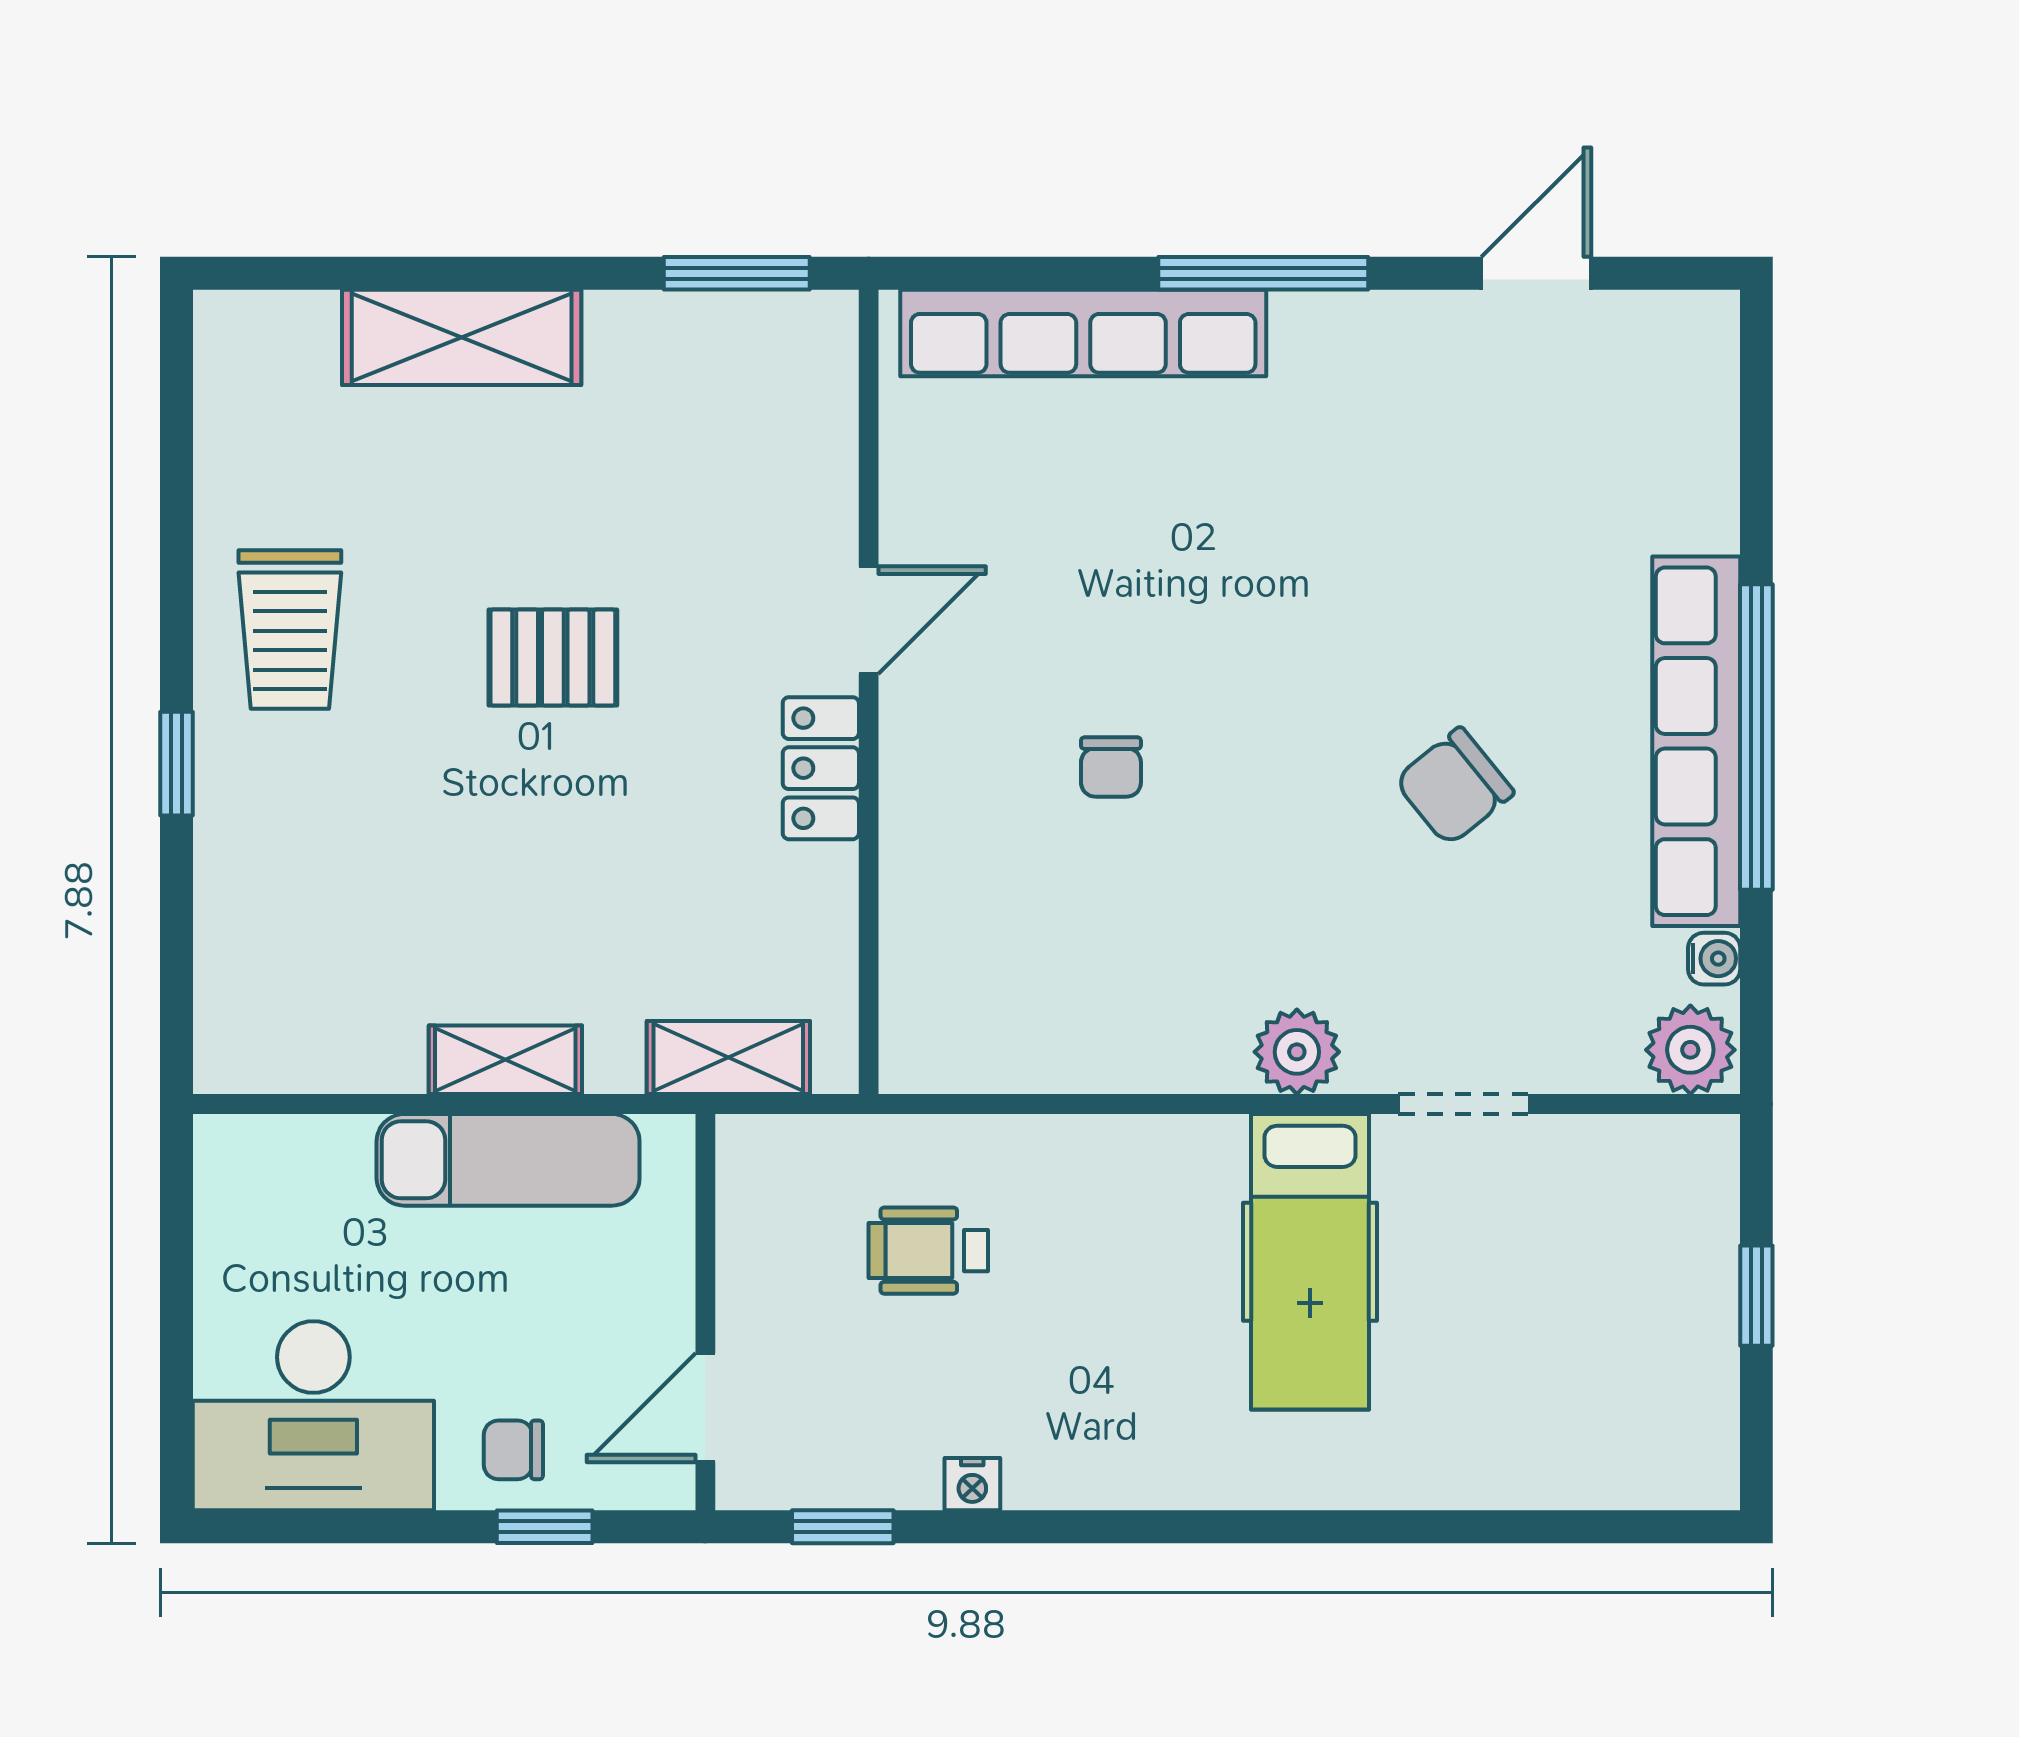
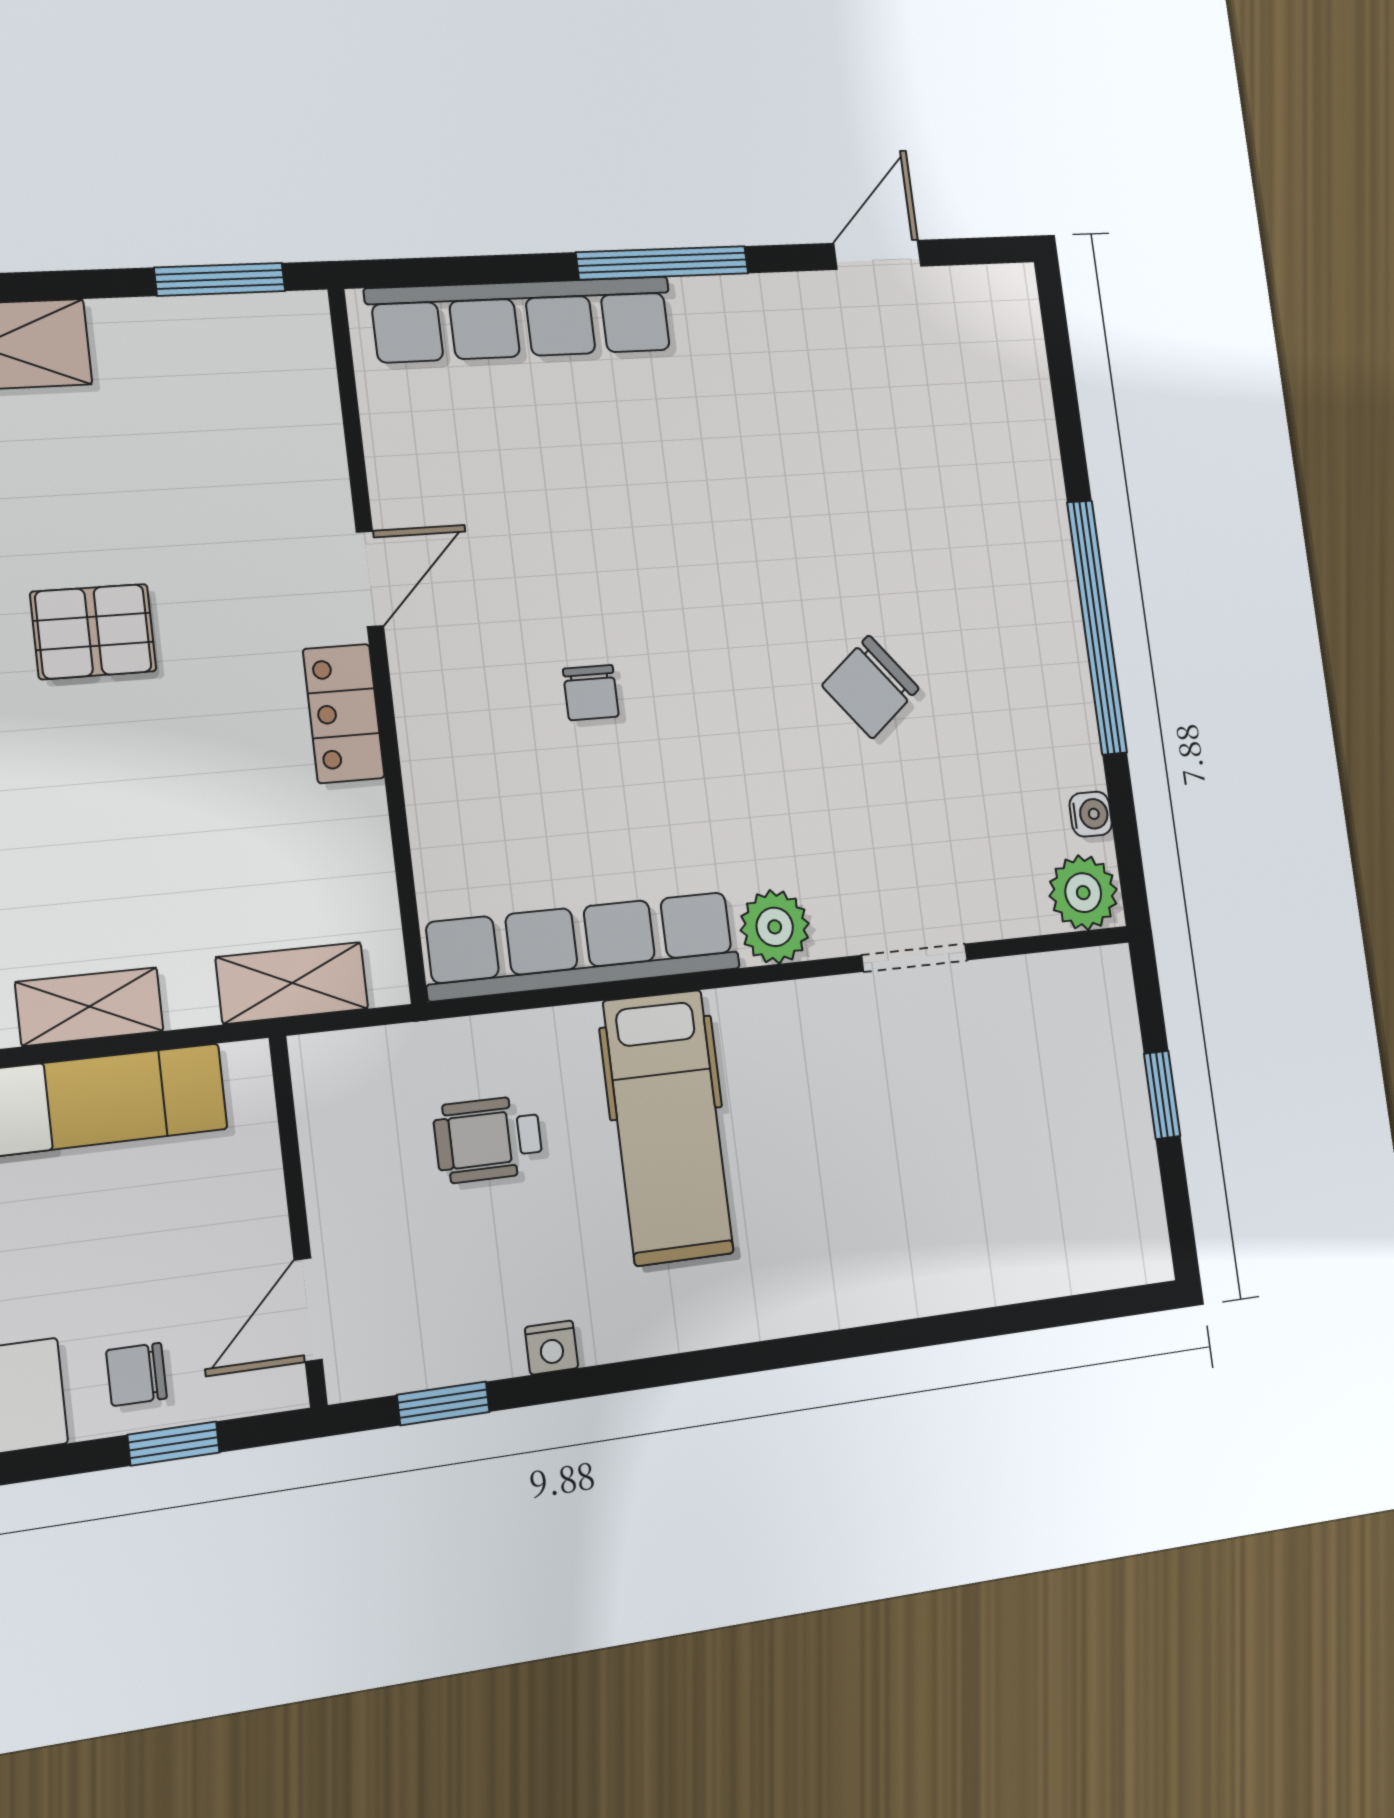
row of seats: (1696, 741) -> (581, 946), moved, turned 90
hospital bed: (1310, 1262) -> (668, 1127), moved

